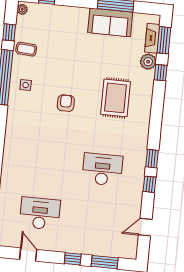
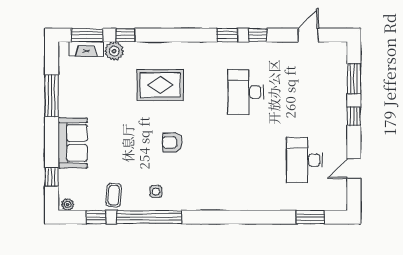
sofa: (110, 22) -> (73, 143), moved
door: (145, 227) -> (308, 35), swing flipped

